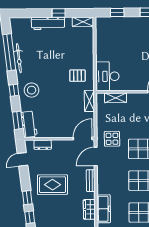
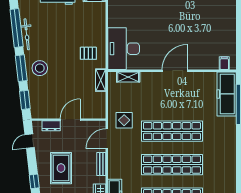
desk: (107, 76) -> (124, 49), width x1.36, depth x1.30
window: (14, 90) -> (21, 68), width x2.17
workbench: (29, 124) -> (37, 104), removed
door: (83, 138) -> (70, 120), moved
rug: (53, 185) -> (61, 168), turned 90

